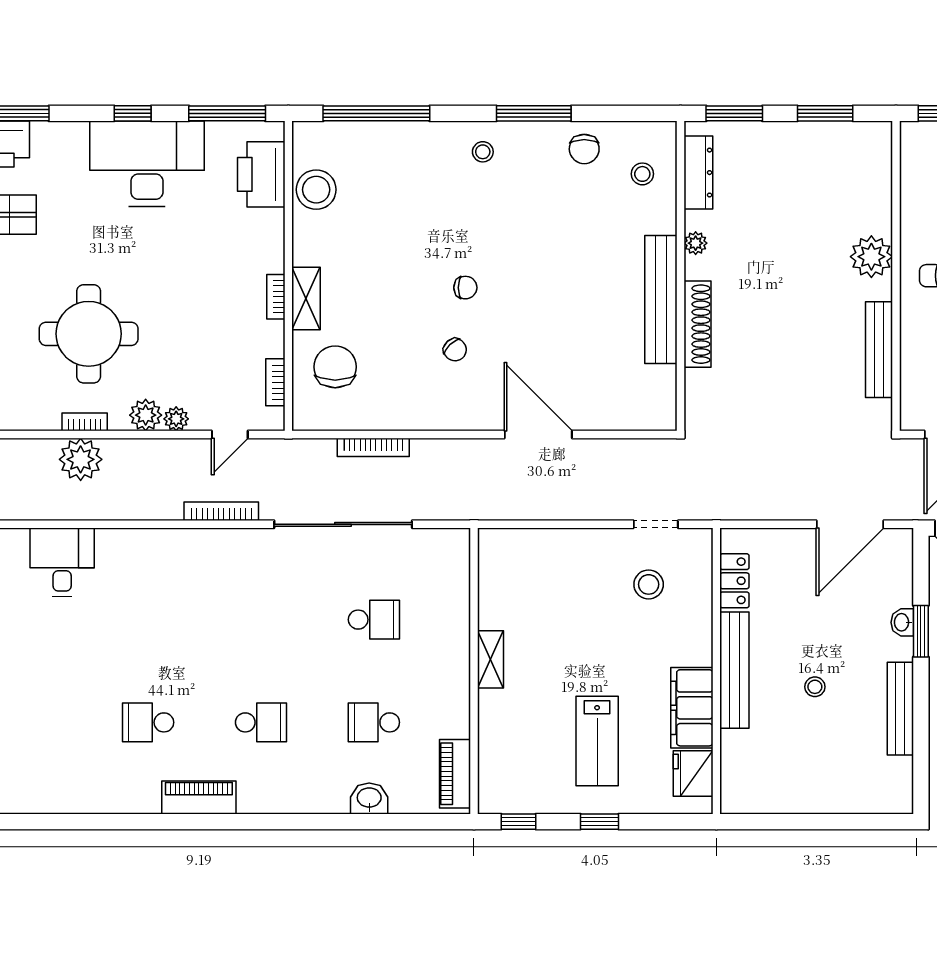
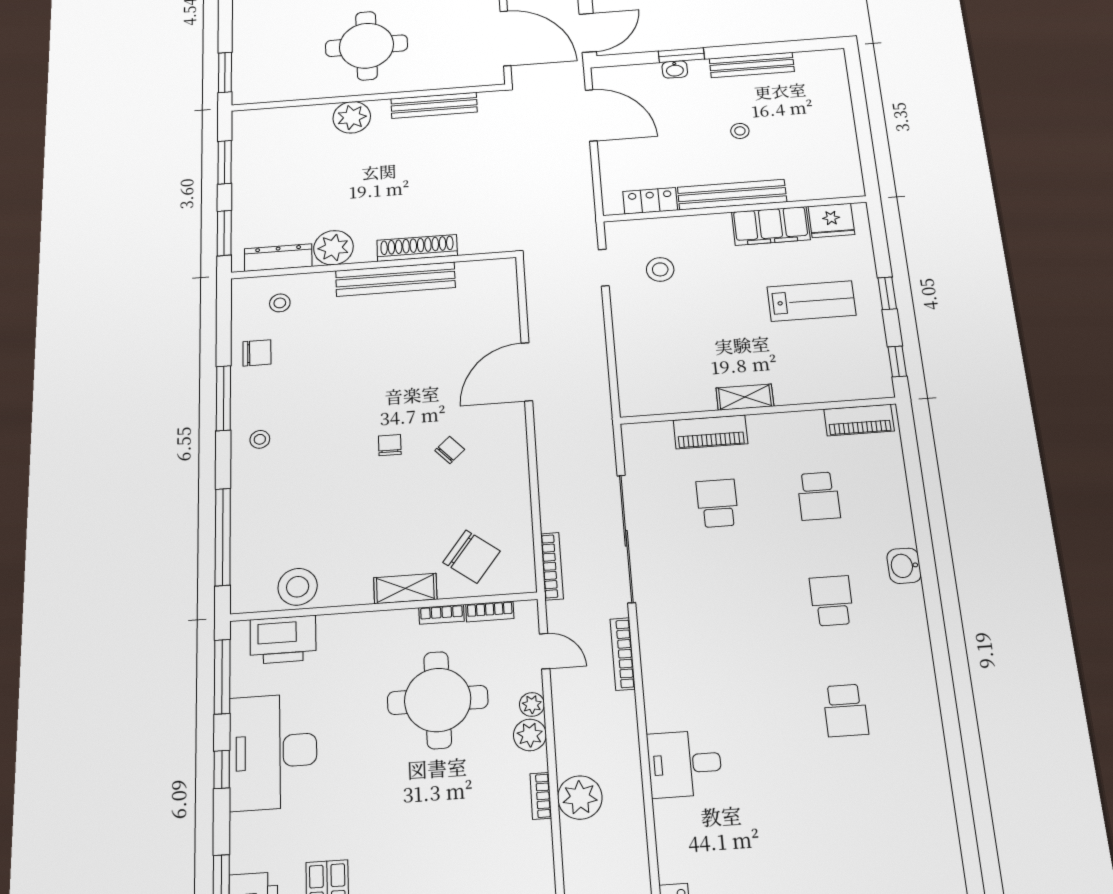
plant: (696, 243) -> (333, 248), width x1.88, depth x1.88
bookcase: (276, 297) -> (442, 614), moved
round table: (89, 334) -> (438, 700), moved
chair: (335, 367) -> (472, 557), turned -143
bookcase: (373, 447) -> (552, 566), moved
desk: (62, 562) -> (685, 764), moved
piano: (199, 798) -> (710, 432), moved, turned -90
washbasin: (369, 798) -> (904, 566), moved

